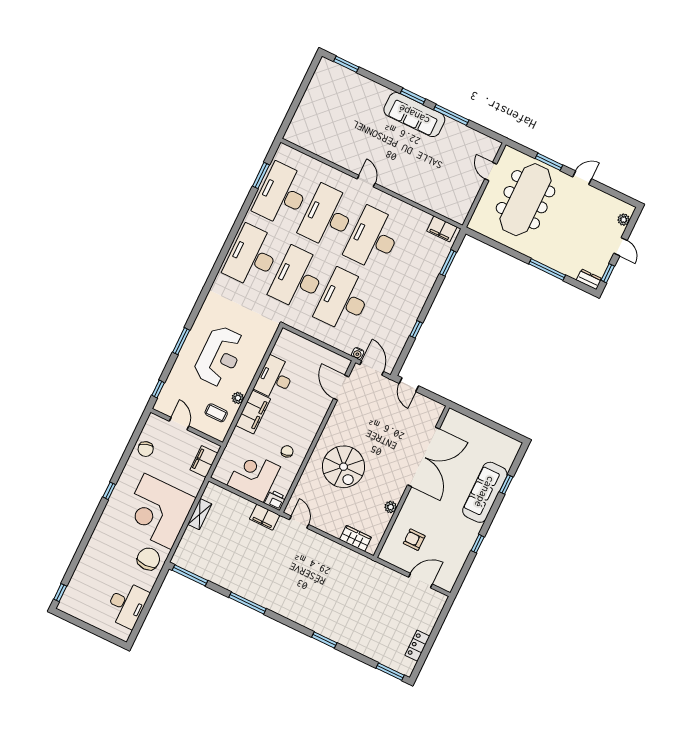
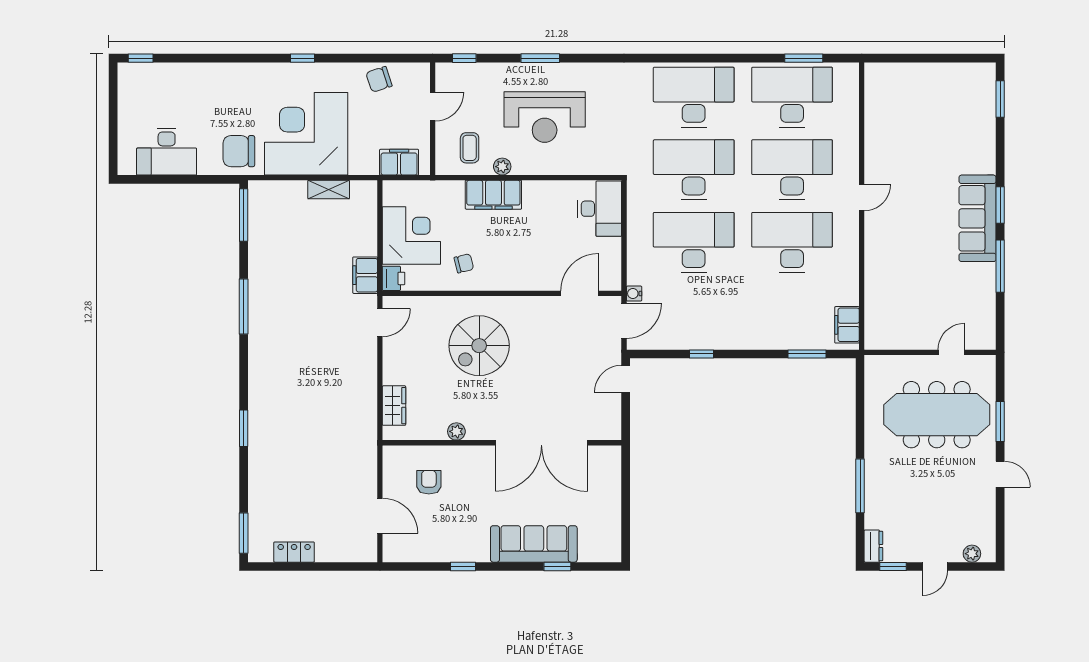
desk: (275, 378) -> (600, 209), moved, turned 90
chair: (148, 559) -> (239, 151), turned 180

